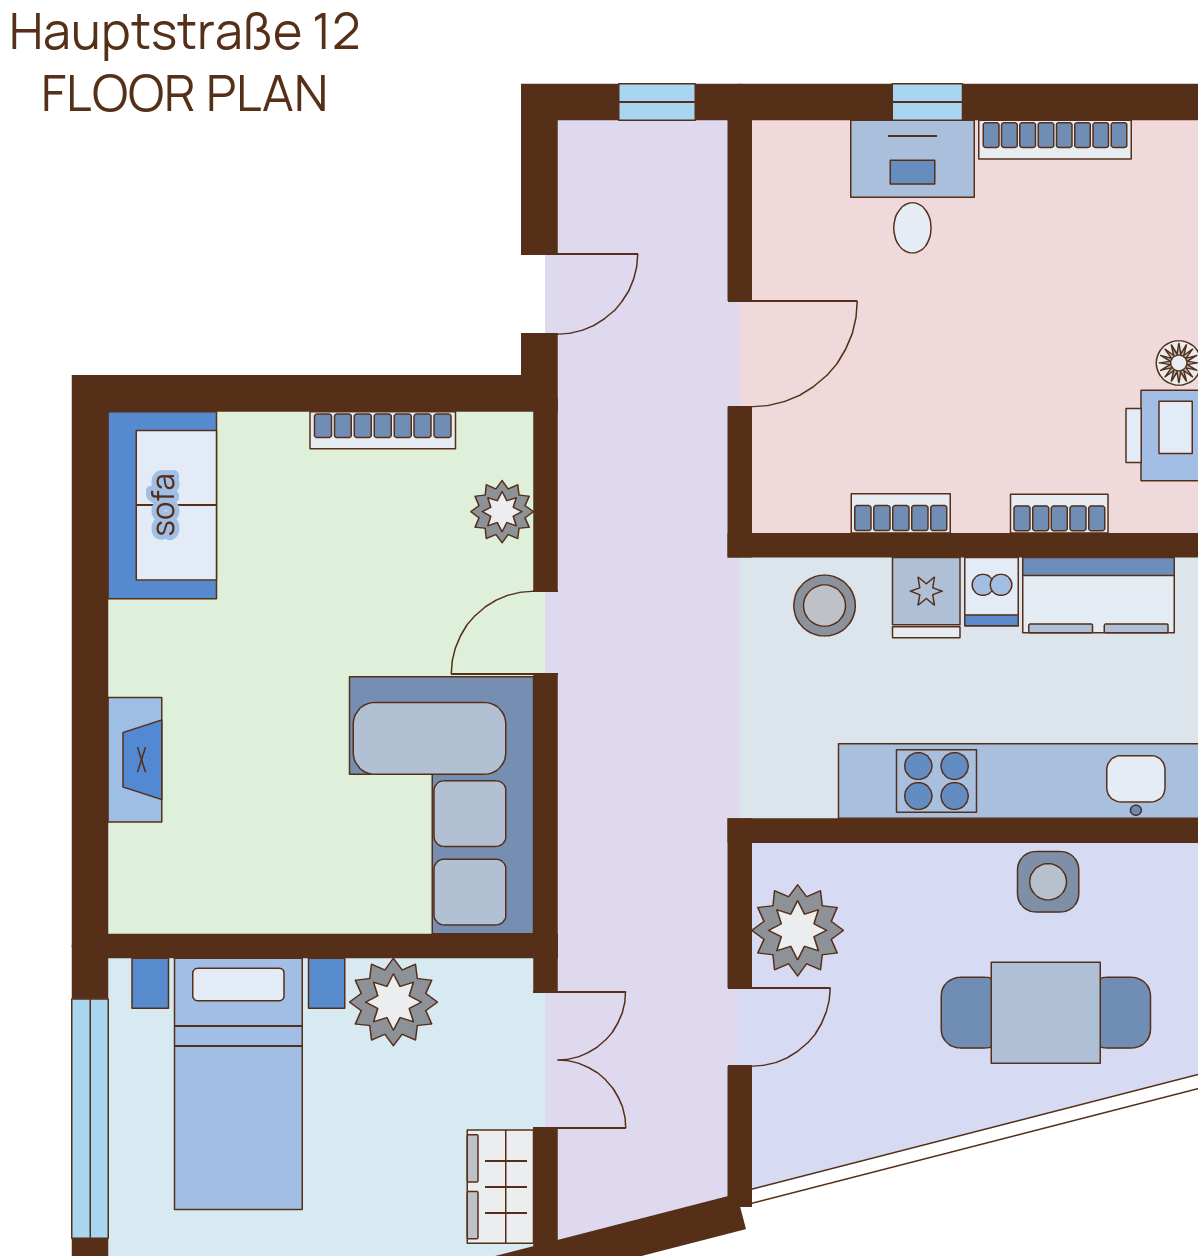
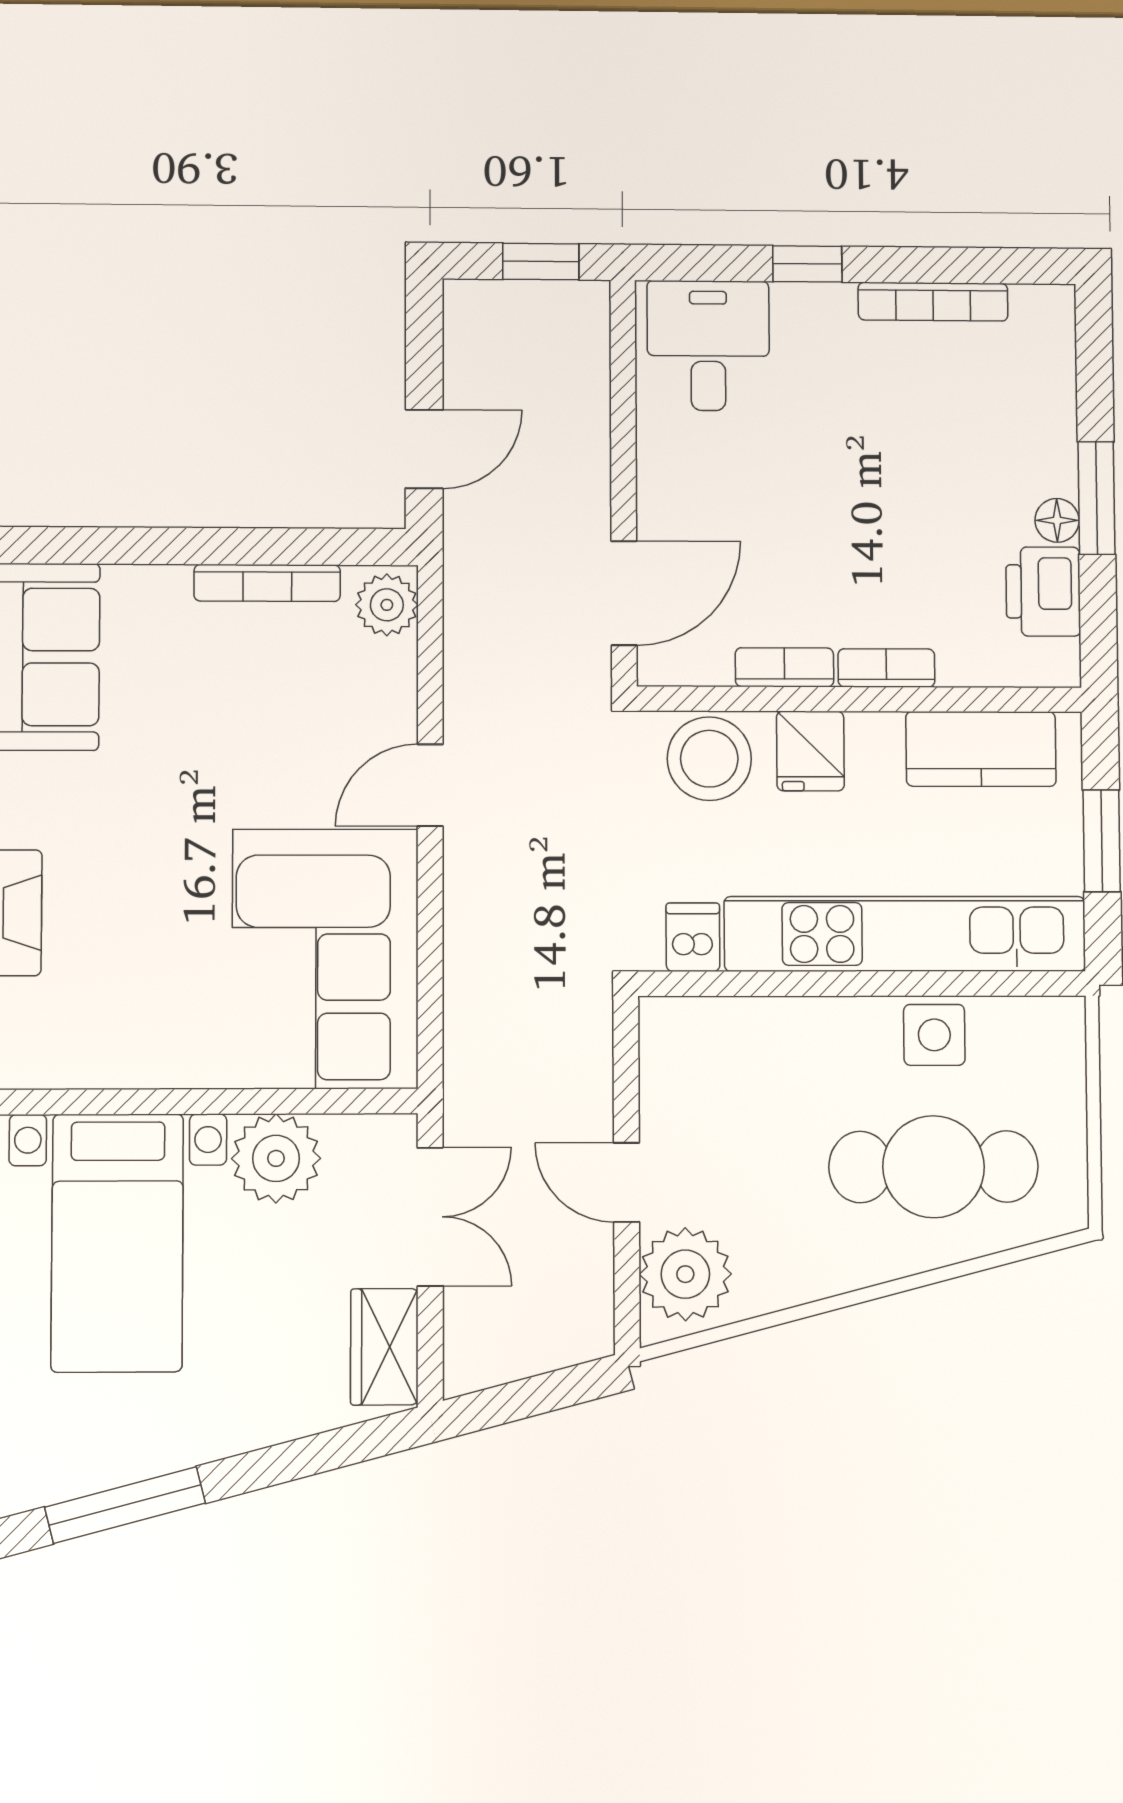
desk: (912, 187) -> (708, 346), moved
door: (740, 354) -> (624, 593), moved
plant: (502, 512) -> (387, 605), moved
bookcase: (1059, 514) -> (886, 668), moved
dishwasher: (991, 592) -> (693, 937), moved, turned 180
stool: (825, 606) -> (709, 759), width x1.38, depth x1.38
plant: (798, 930) -> (685, 1274), moved
door: (740, 1027) -> (627, 1182), swing flipped

